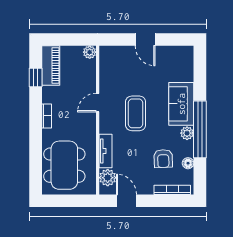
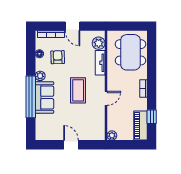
window: (200, 129) -> (31, 97), moved
door: (126, 201) -> (73, 26), moved

